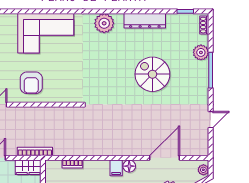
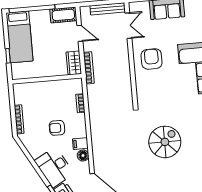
spiral stairs: (152, 74) -> (165, 142), moved
armchair: (31, 83) -> (152, 59), turned 90

